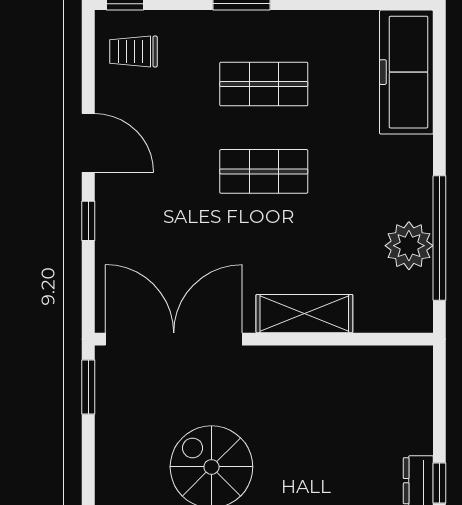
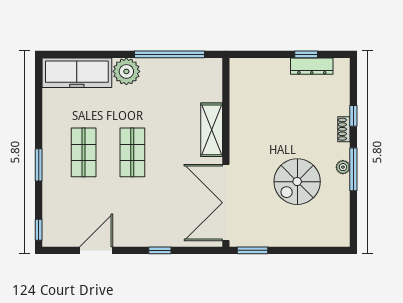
trolley: (133, 52) -> (65, 225), removed
door: (88, 143) -> (96, 250), moved
plant: (409, 246) -> (126, 71), moved

